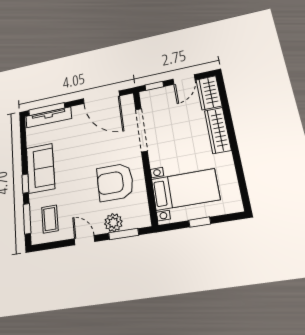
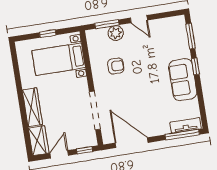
tv unit: (49, 117) -> (186, 125), width x0.71
armchair: (115, 182) -> (116, 66), width x0.53, depth x0.53
coffee table: (50, 219) -> (170, 36), removed

